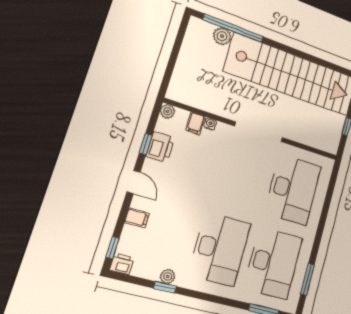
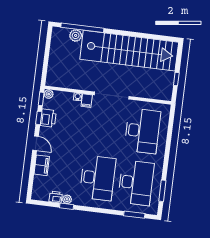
filing cabinet: (195, 123) -> (87, 101), moved
filing cabinet: (137, 218) -> (42, 165), width x2.00
window: (112, 248) -> (41, 99), moved
printer: (122, 264) -> (56, 197), moved

